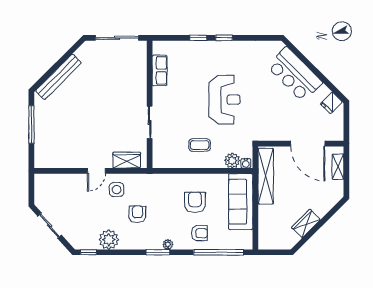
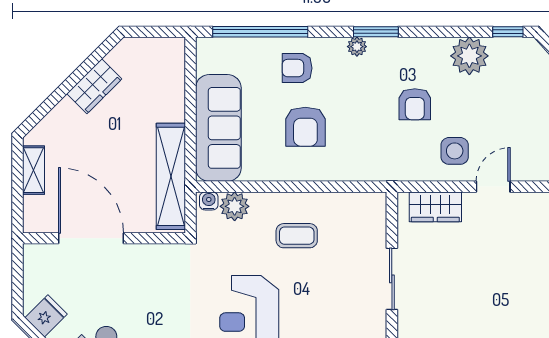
shelving: (338, 167) -> (33, 170), moved

